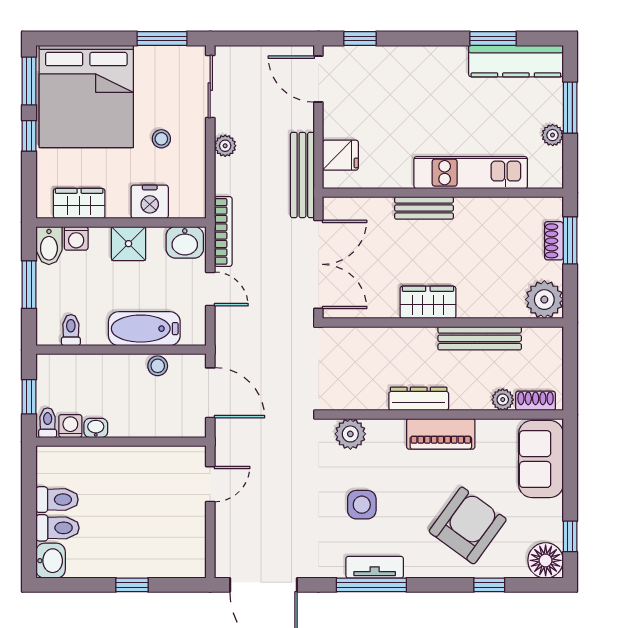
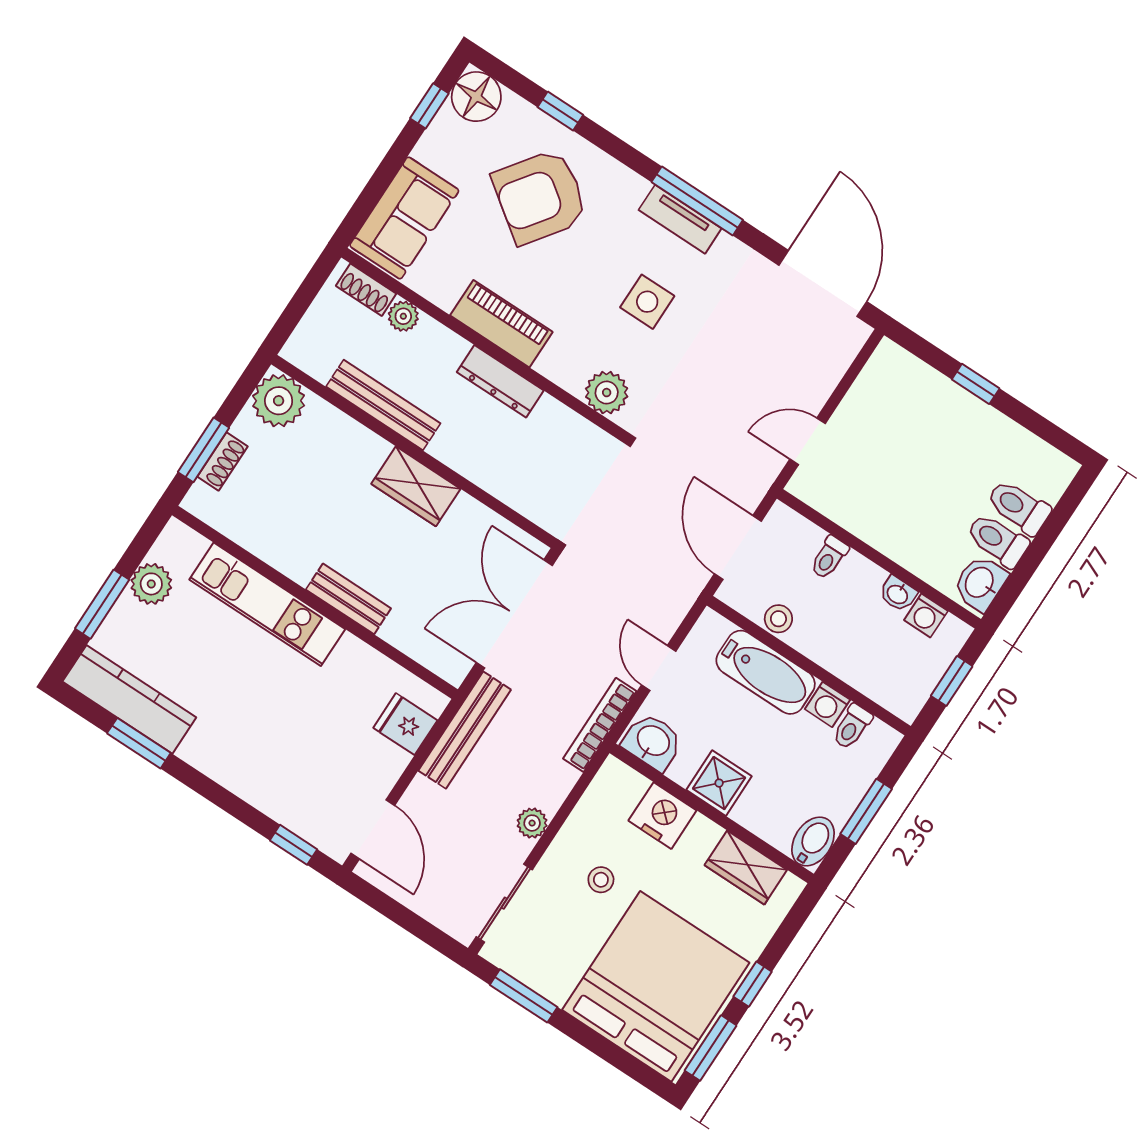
plant: (553, 135) -> (151, 584), width x1.38, depth x1.38
washing machine: (76, 238) -> (827, 704), moved, turned 180
toilet: (48, 423) -> (829, 557), moved
washbasin: (51, 561) -> (980, 583), moved

